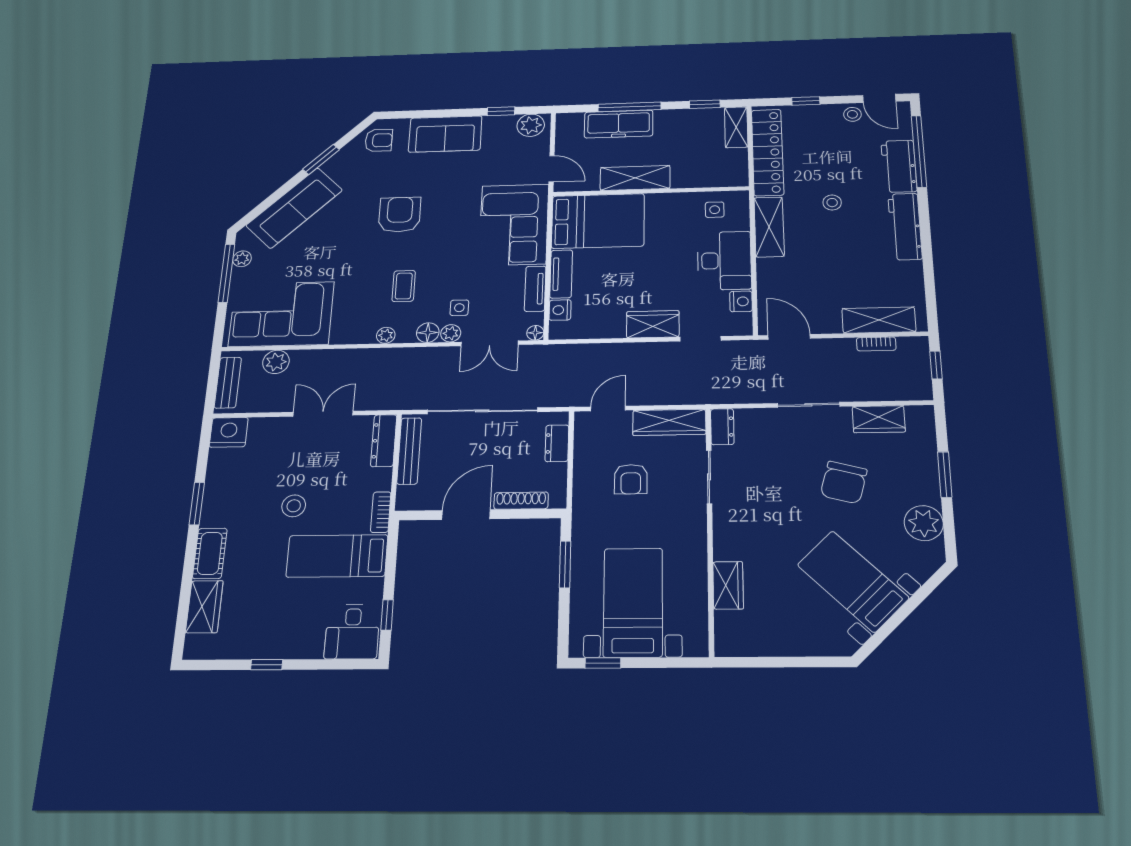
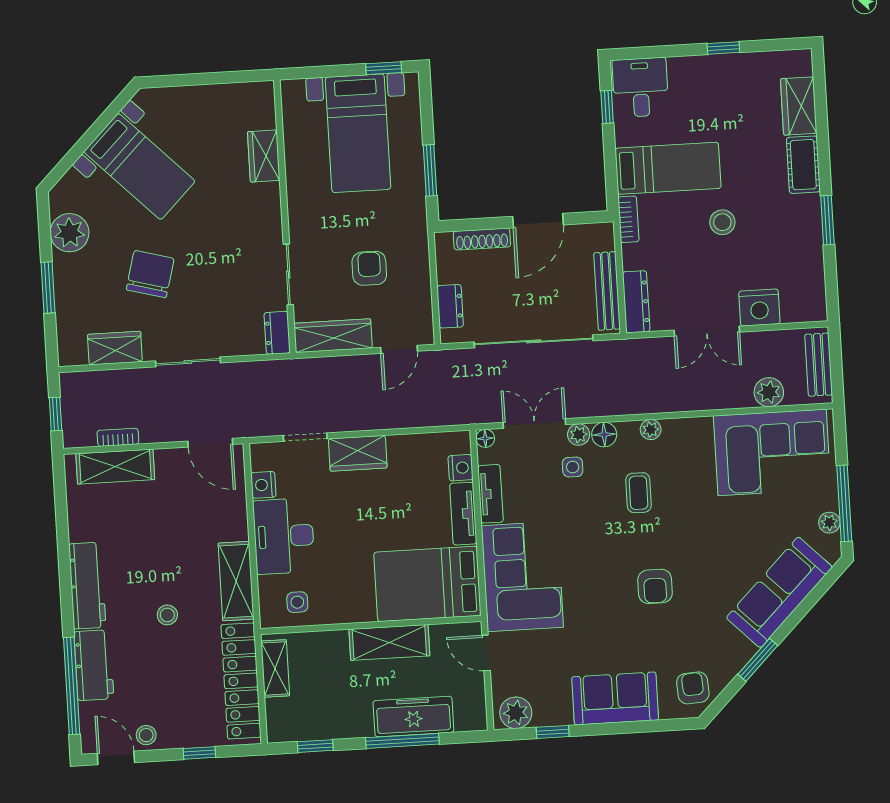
shelving: (736, 127) -> (275, 668), moved
armchair: (379, 140) -> (693, 688), turned 86
armchair: (400, 215) -> (655, 586), width x0.72, depth x0.72
nightstand: (229, 432) -> (759, 307), moved

